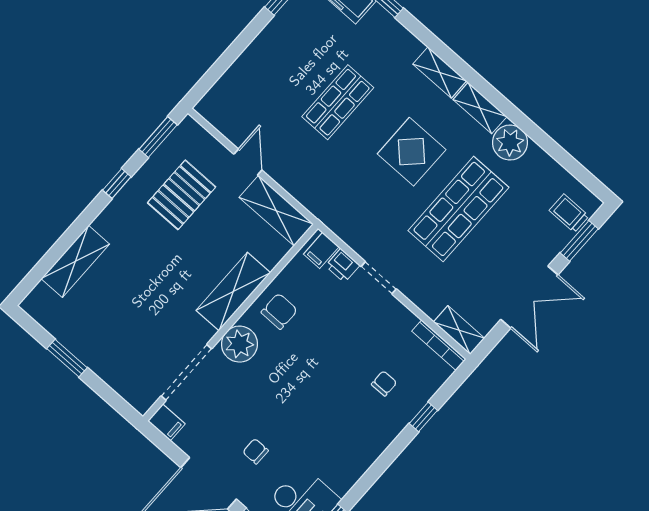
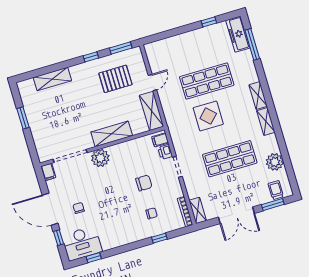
shop shelf: (338, 102) -> (207, 81), width x1.43, depth x1.36
plant: (510, 143) -> (275, 162), moved
display table: (412, 152) -> (208, 116), moved
chair: (279, 311) -> (144, 183), moved

